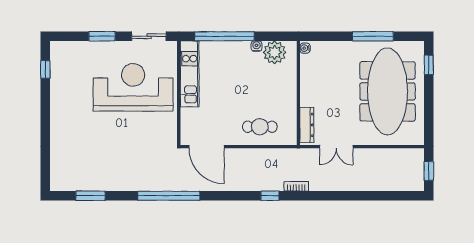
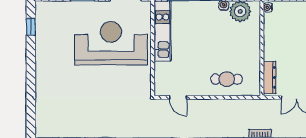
door: (206, 147) -> (178, 97), width x0.53

